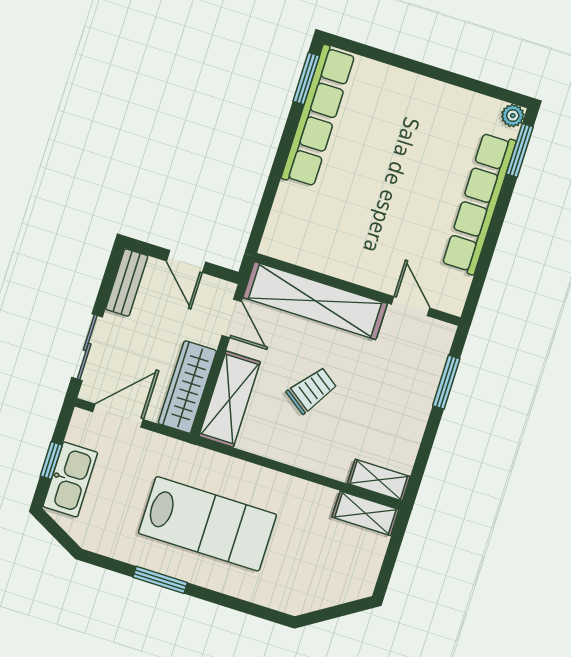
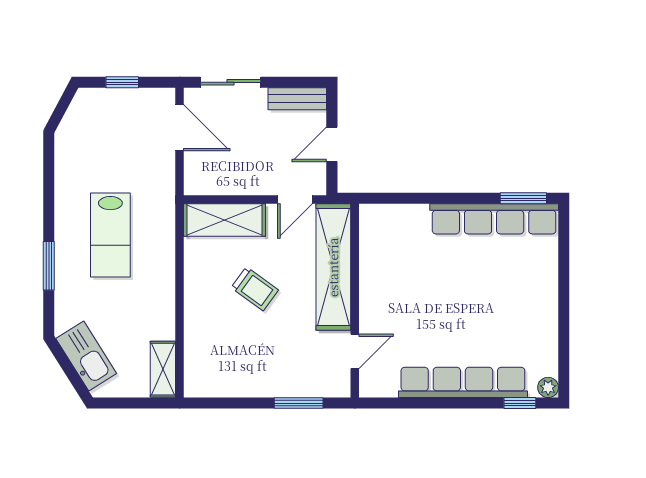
window: (520, 150) -> (520, 403), width x0.67
wardrobe: (187, 387) -> (223, 180), removed
kitchen sink: (70, 479) -> (86, 356), moved, turned -122
shelving: (379, 480) -> (195, 371), removed
lab bench: (207, 524) -> (110, 235), width x0.73, depth x0.72
window: (160, 580) -> (49, 266), moved

